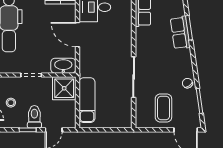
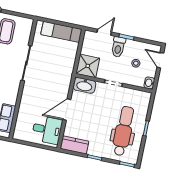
door: (77, 35) -> (67, 110), swing flipped
exam couch: (87, 100) -> (61, 32), moved, turned -90

